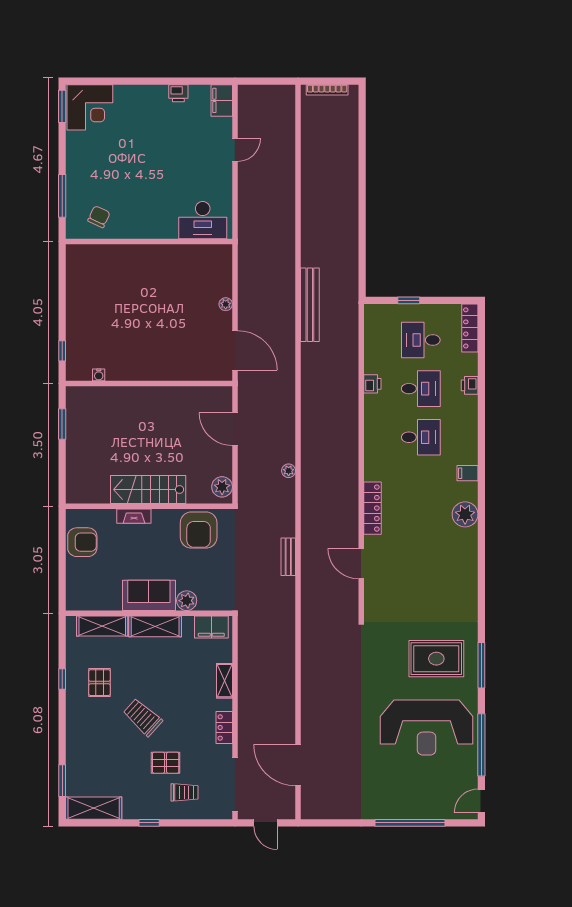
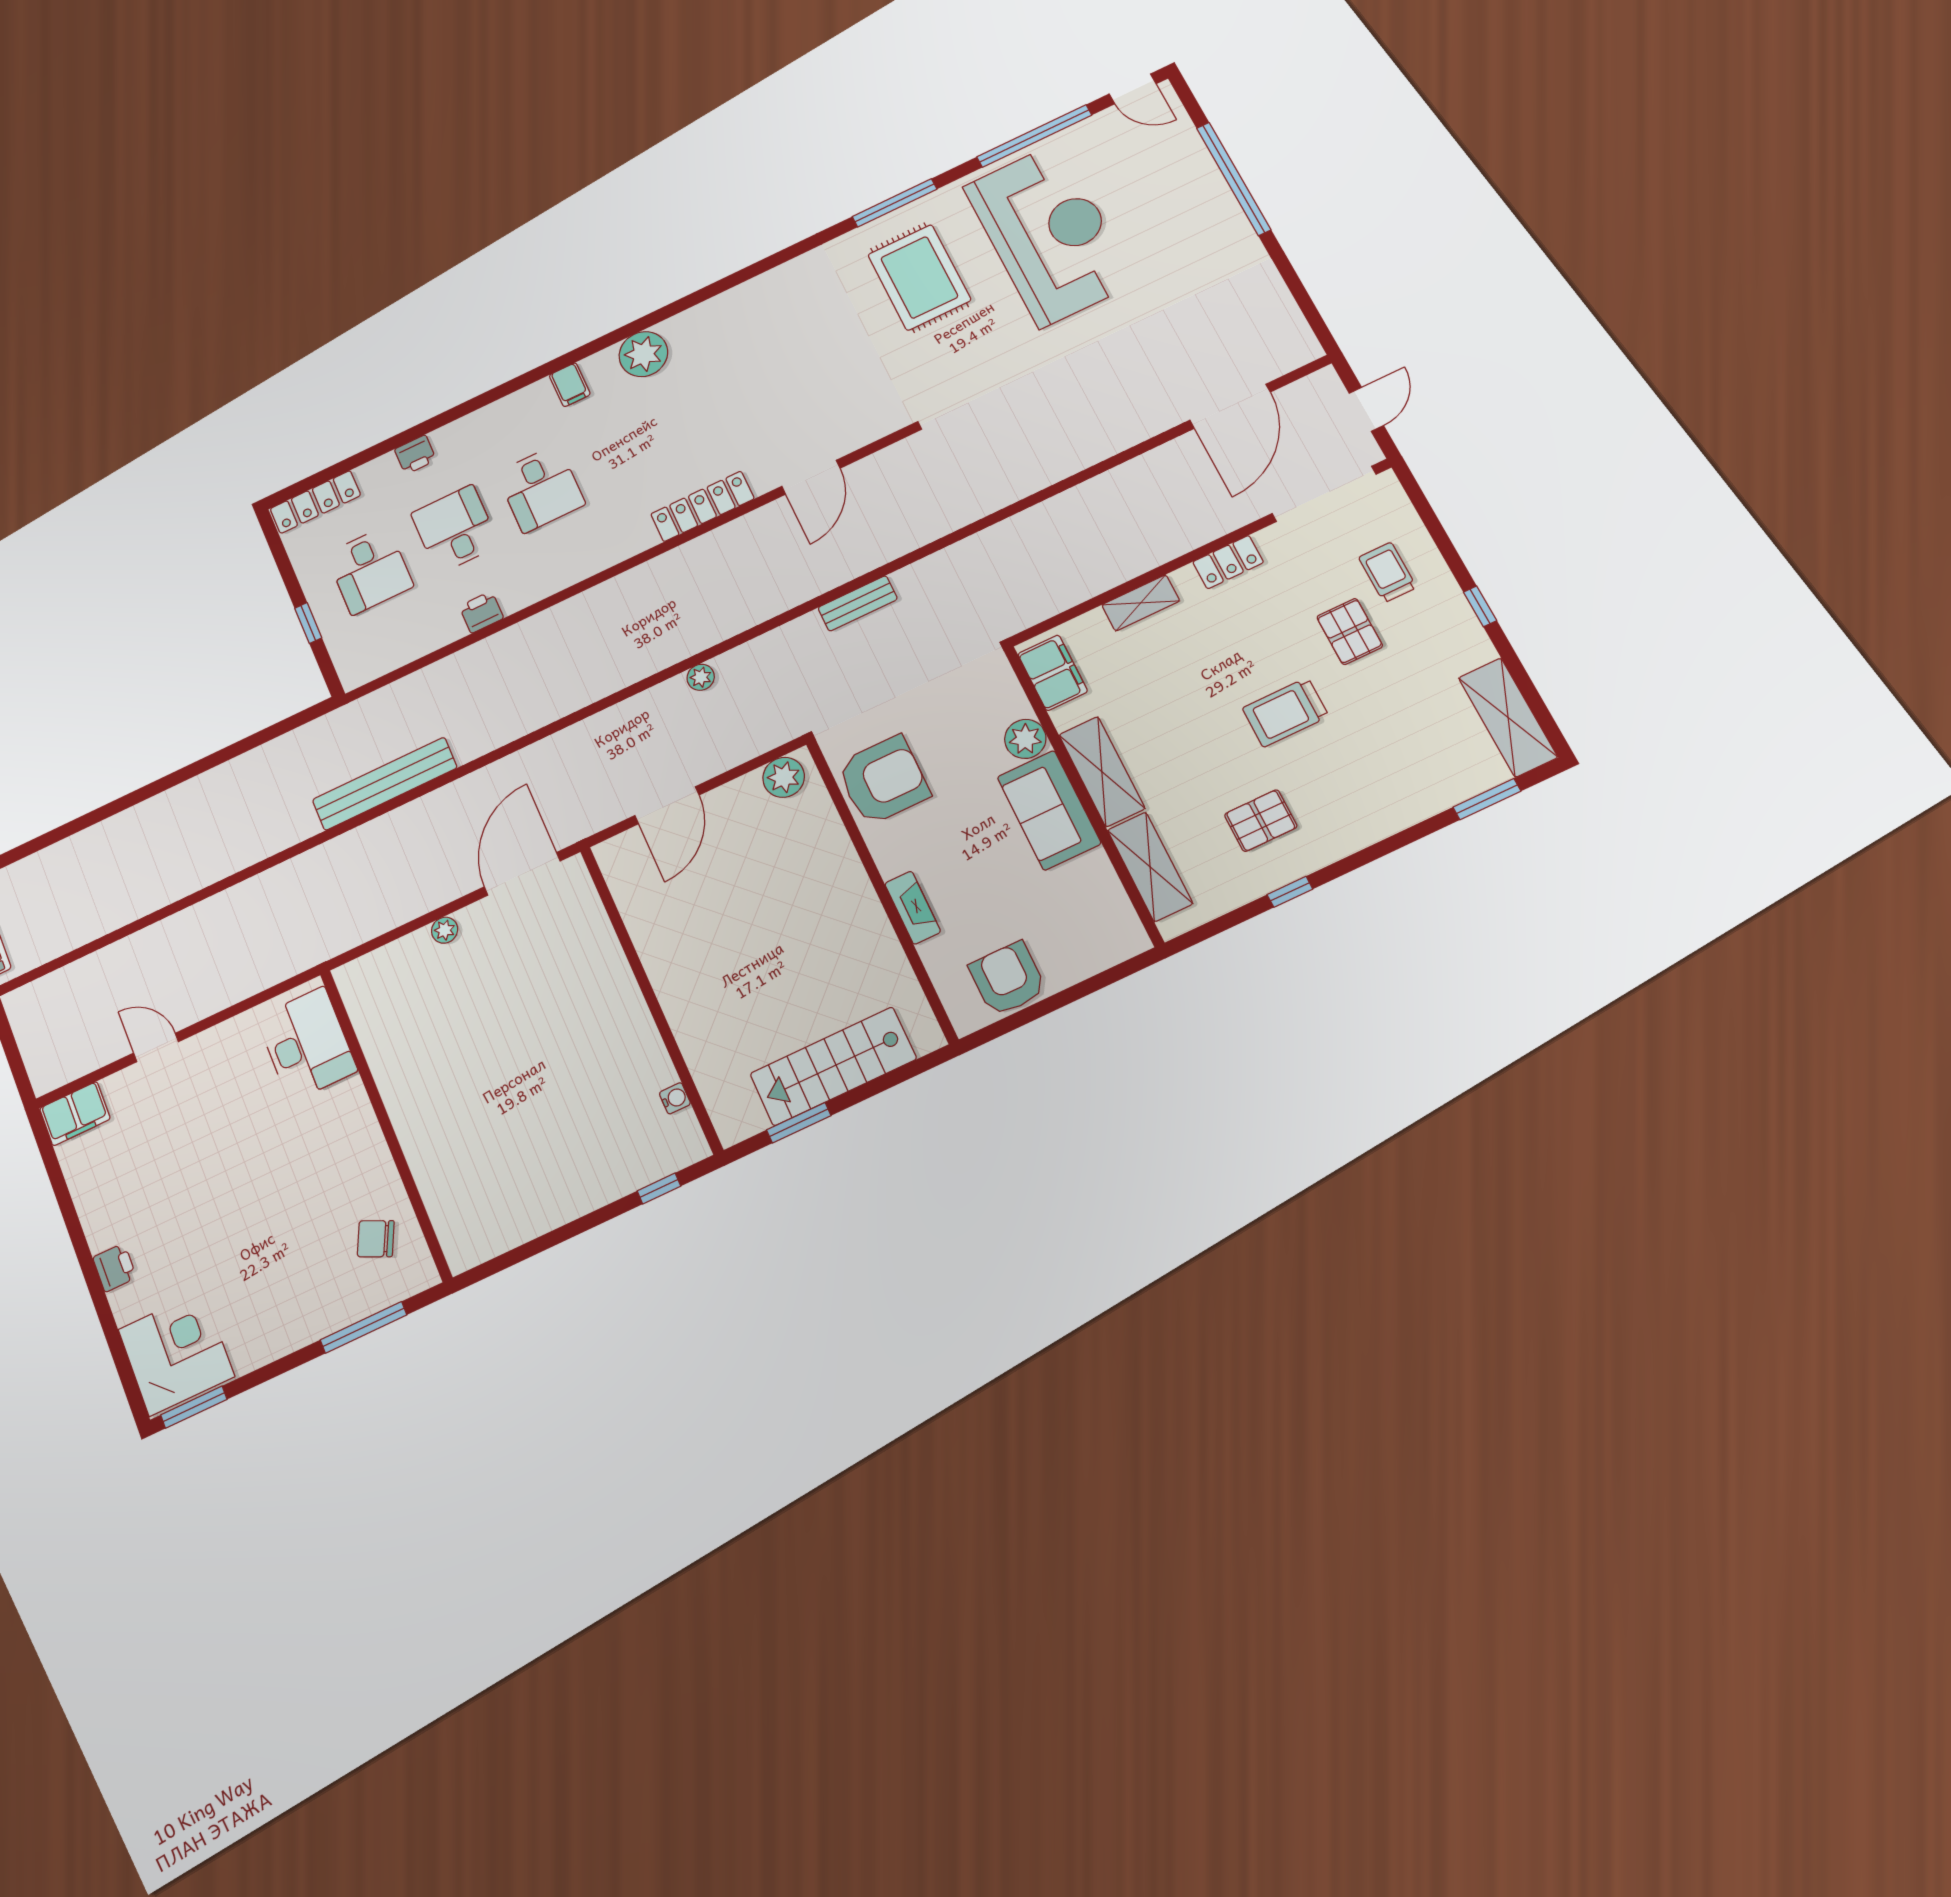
printer: (178, 93) -> (115, 1268), moved
desk: (421, 437) -> (541, 489), turned 180
stairs: (148, 490) -> (833, 1066), moved, turned 90
trolley: (143, 717) -> (1286, 712), turned 48

